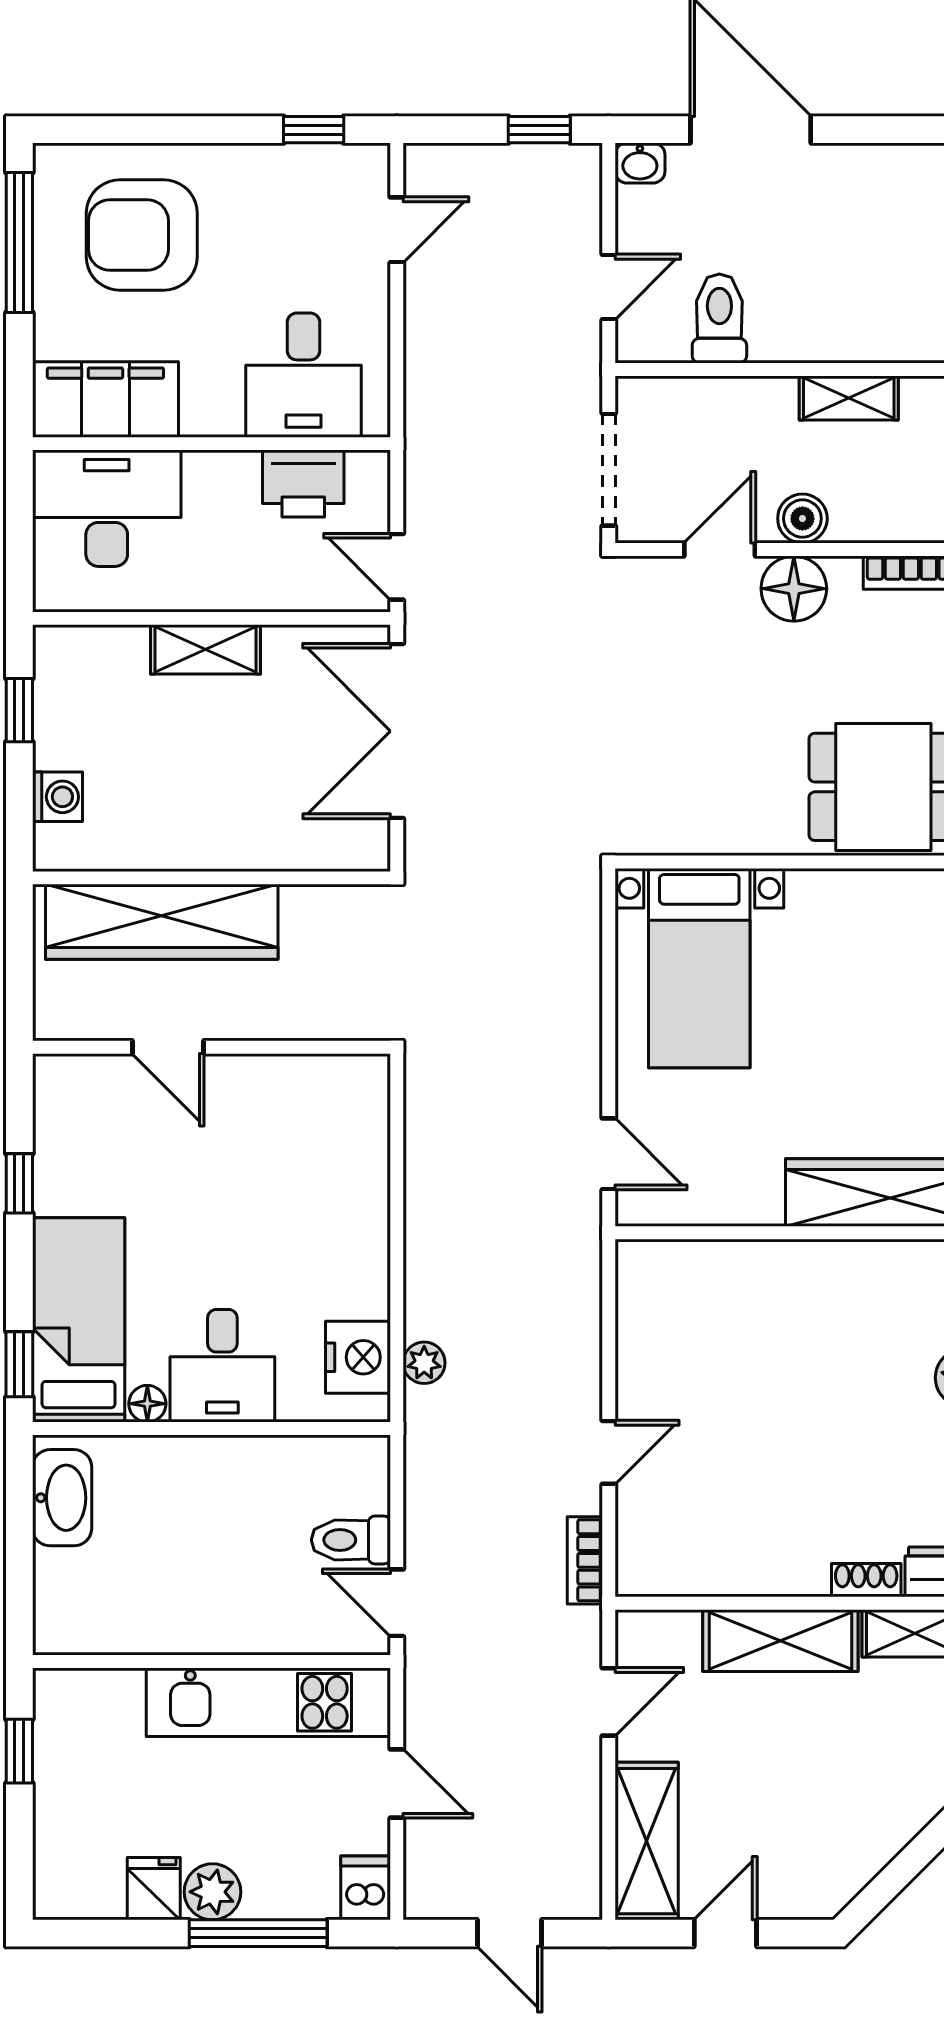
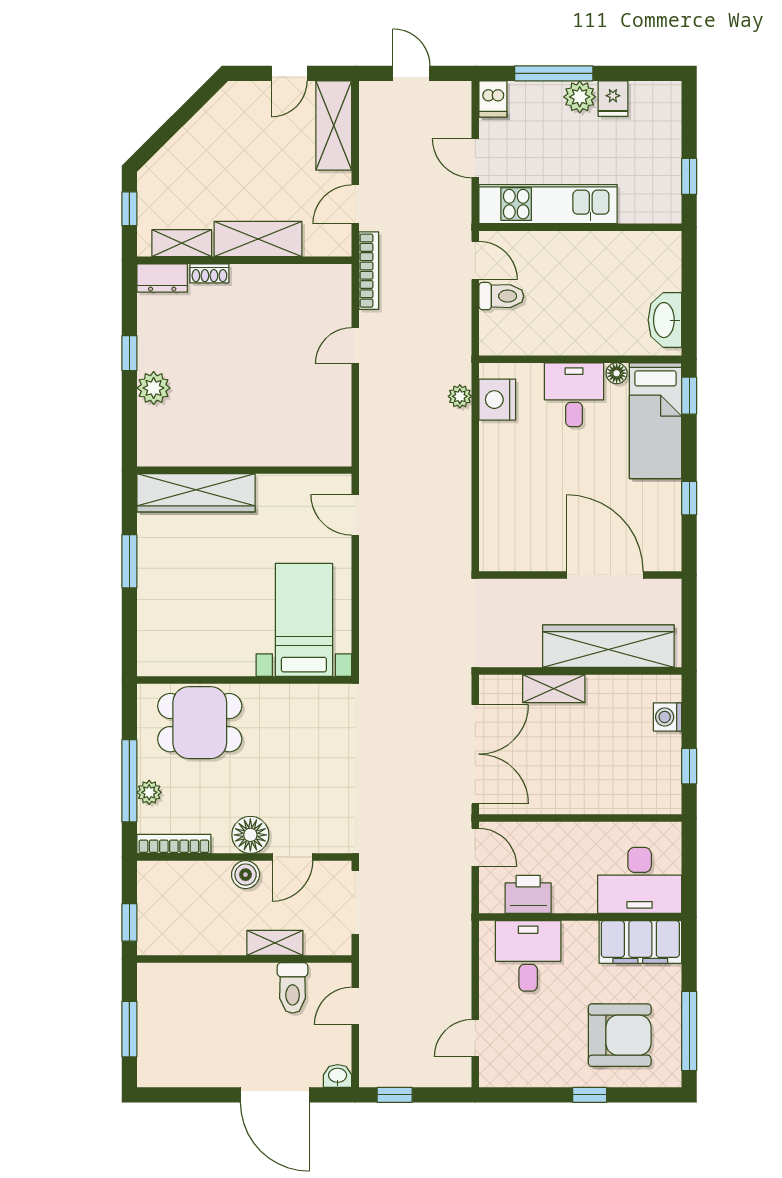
window: (314, 130) -> (590, 1095), moved
shelving: (849, 398) -> (275, 943), moved
shelving: (206, 649) -> (554, 689), moved
door: (168, 1047) -> (605, 575), width x1.87
bookcase: (585, 1560) -> (369, 271), width x1.56

